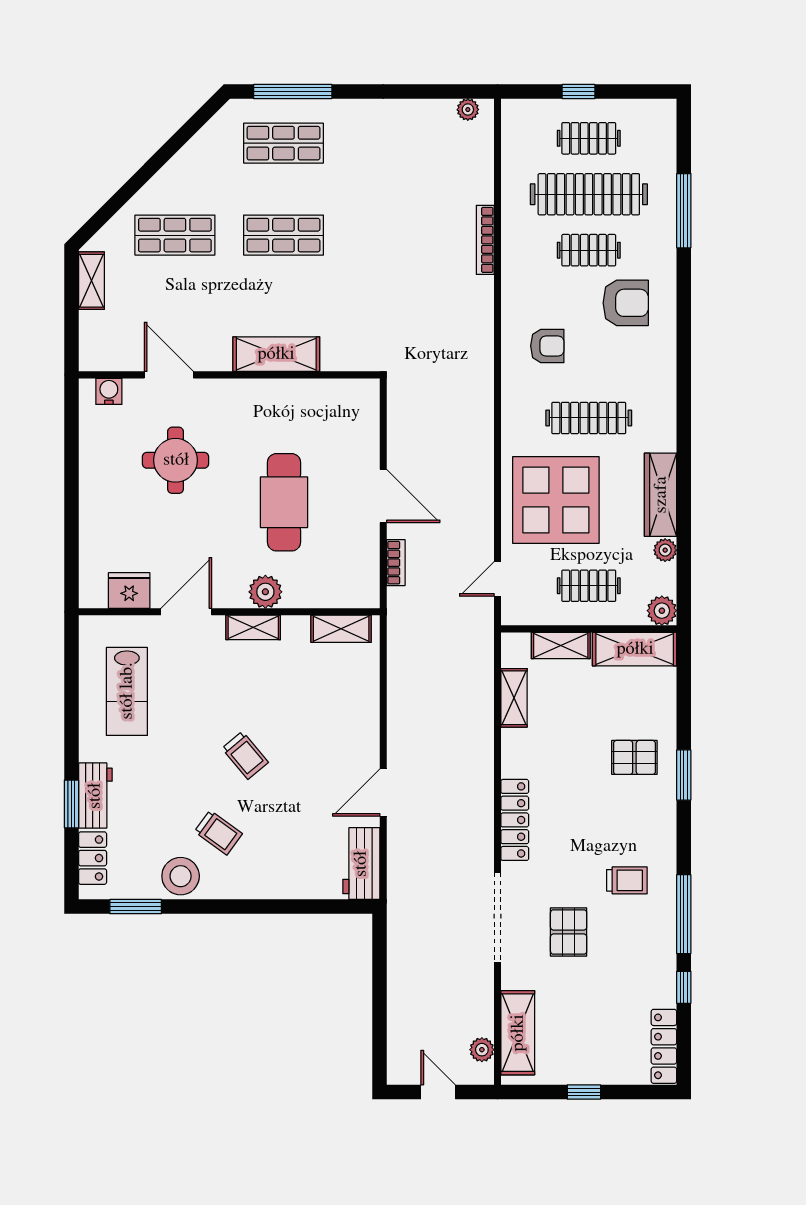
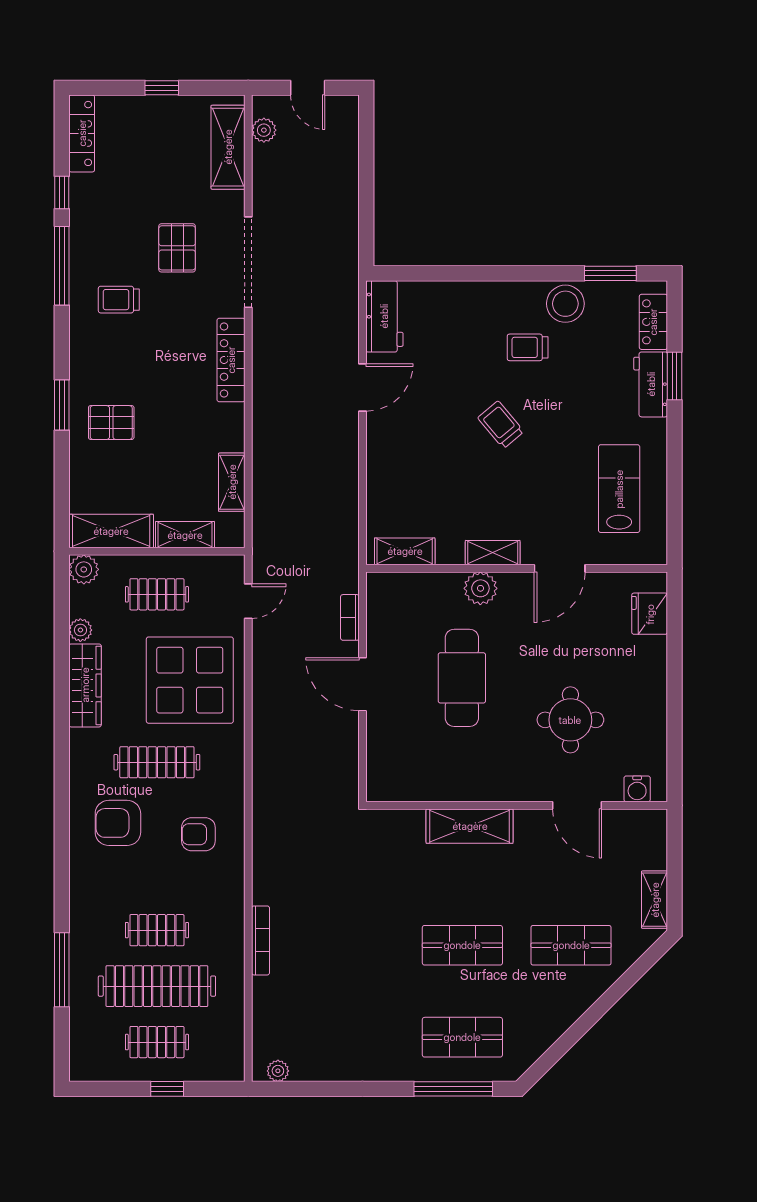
armchair: (626, 303) -> (118, 823), moved
fridge: (129, 590) -> (650, 614), moved, turned 90
trolley: (218, 833) -> (528, 347), turned -36

